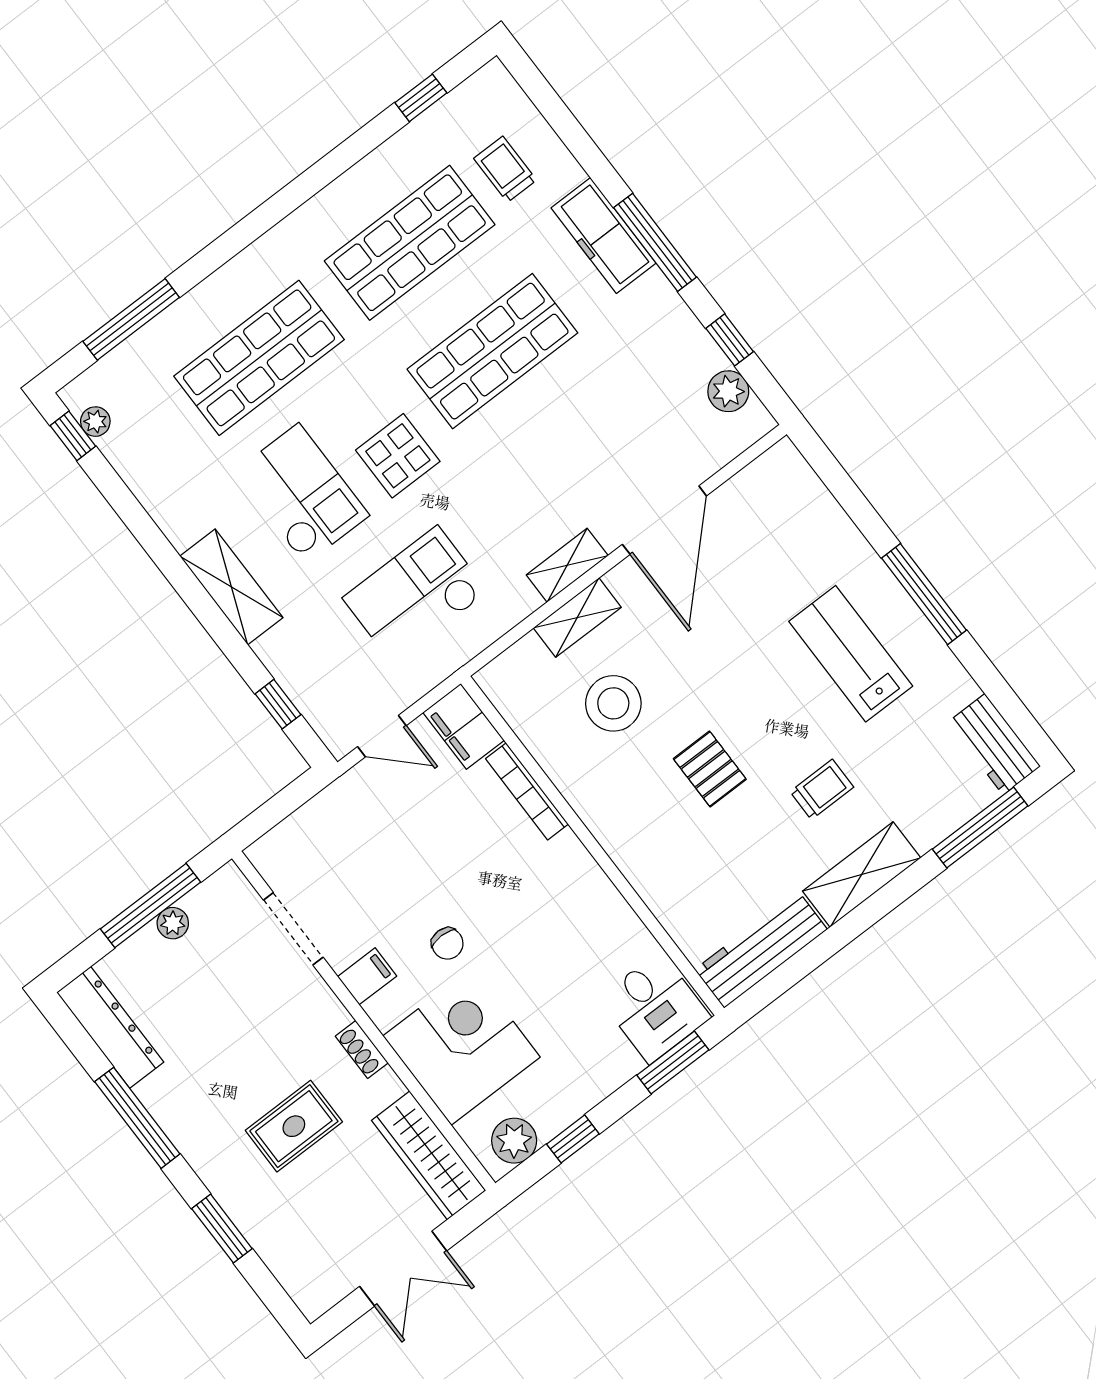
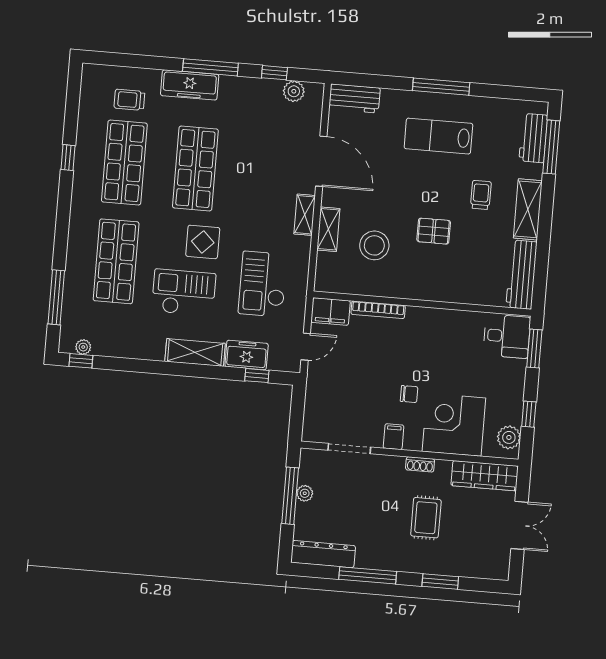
window: (421, 98) -> (68, 158), moved
workbench: (796, 486) -> (354, 98), added
freezer: (294, 663) -> (247, 355), added
workbench: (994, 744) -> (533, 138), moved, turned 90

